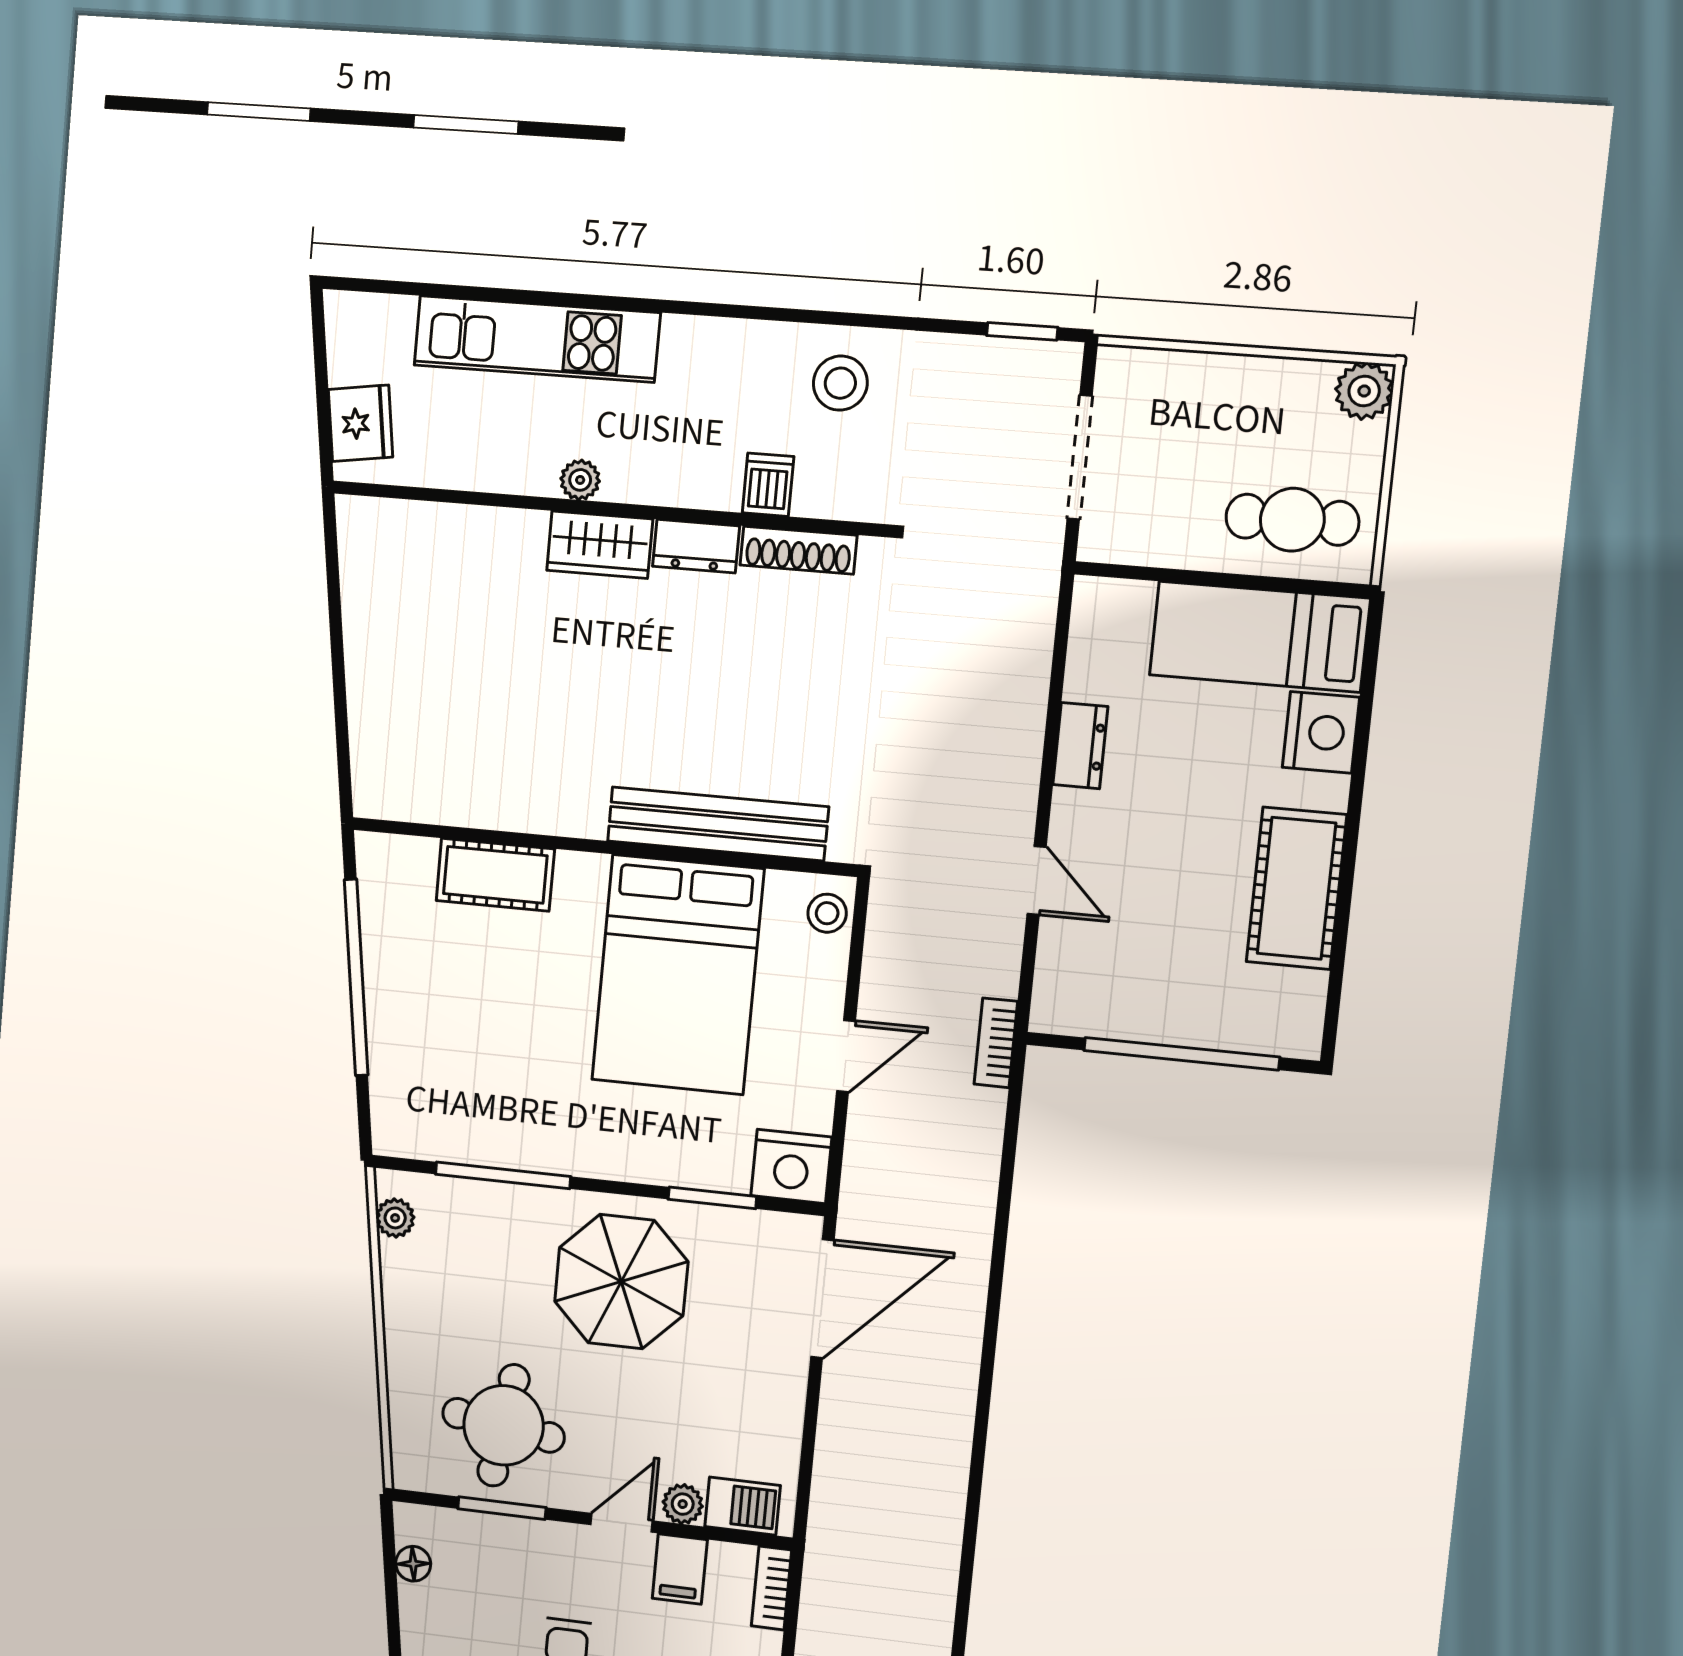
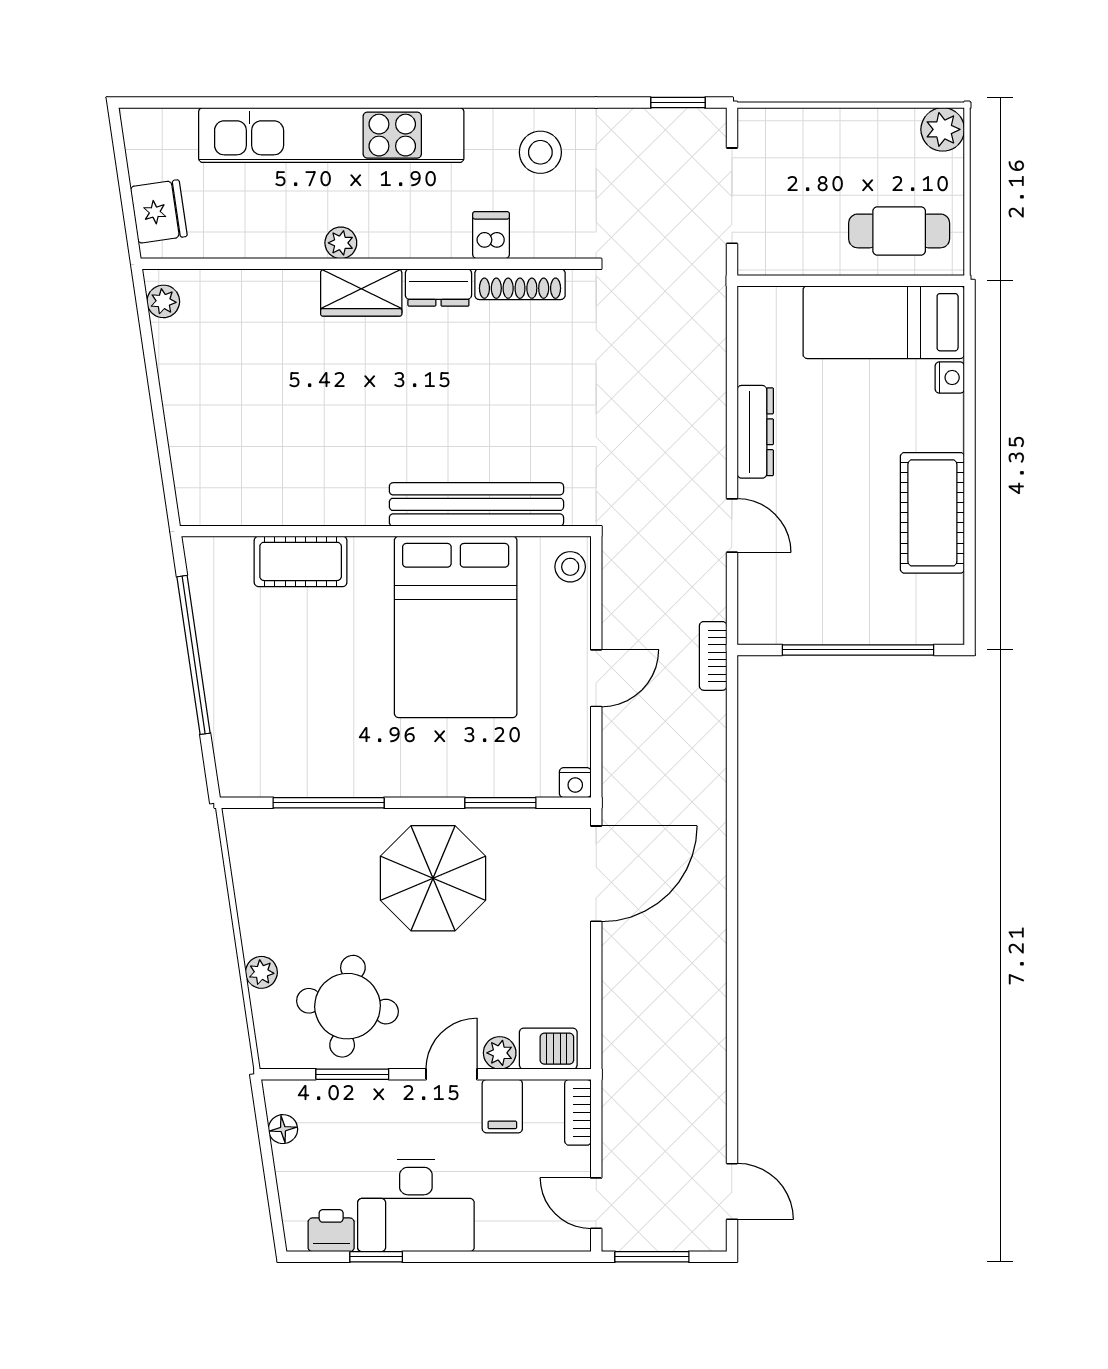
kitchen unit: (537, 339) -> (331, 135), width x1.36
plant: (357, 536) -> (163, 301), added
nightstand: (1321, 732) -> (950, 378), width x0.53, depth x0.56
dresser: (1080, 746) -> (755, 432), width x1.44
nightstand: (791, 1166) -> (575, 783), width x0.53, depth x0.56
plant: (395, 1218) -> (261, 972), moved

